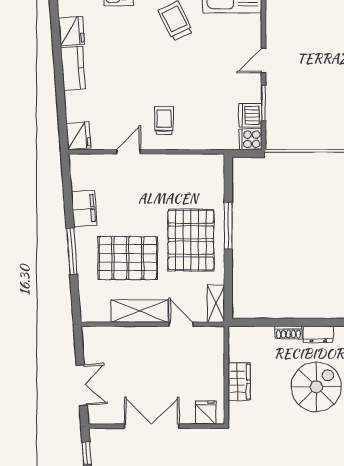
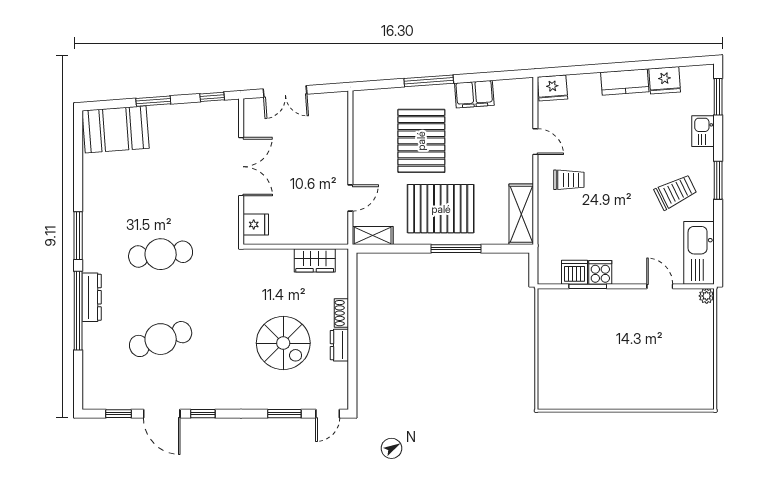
door: (263, 61) -> (660, 286), moved
cooker: (250, 139) -> (600, 272), moved
shelving: (140, 311) -> (521, 214), moved
wardrobe: (239, 382) -> (315, 260), moved

